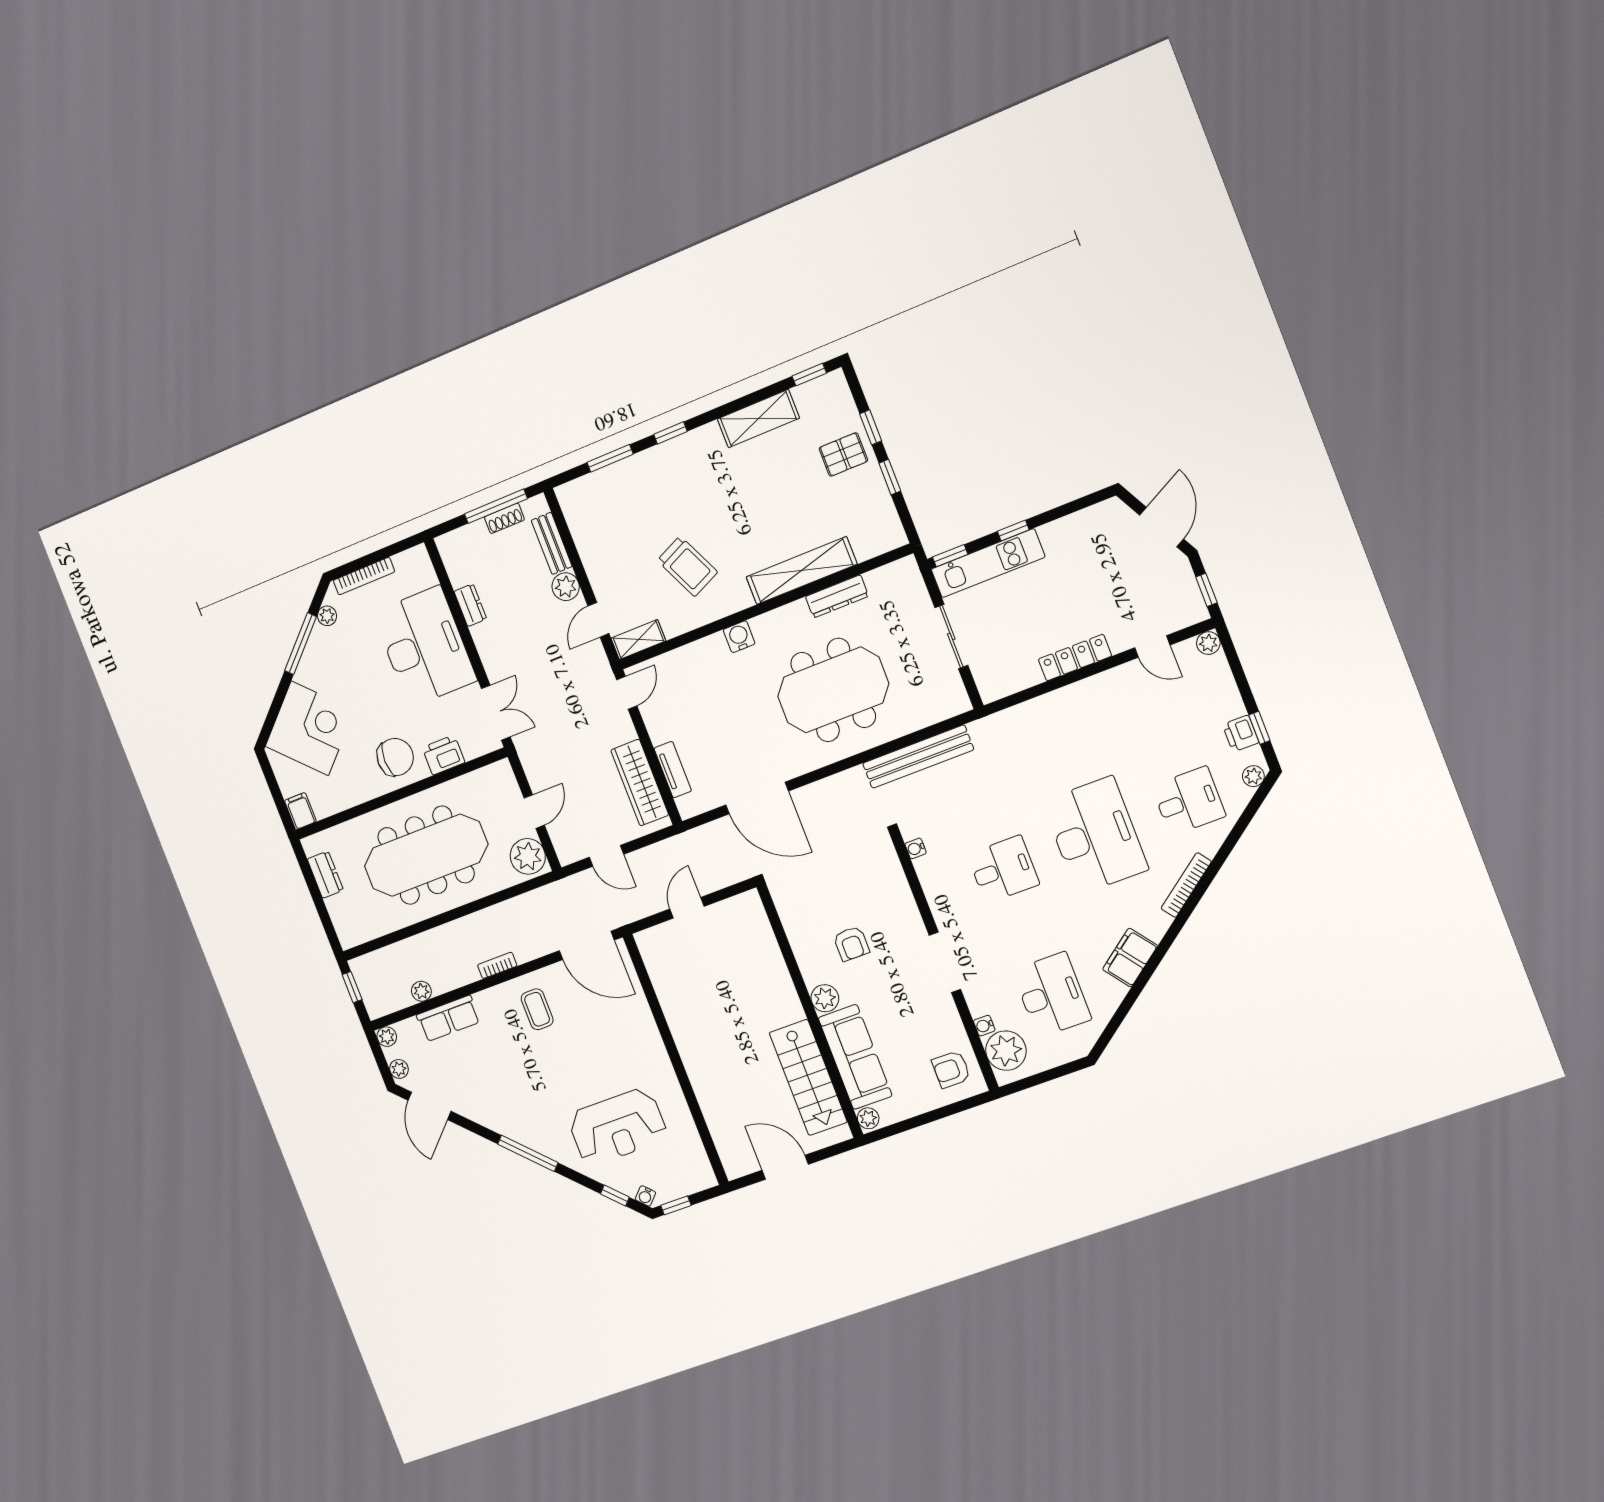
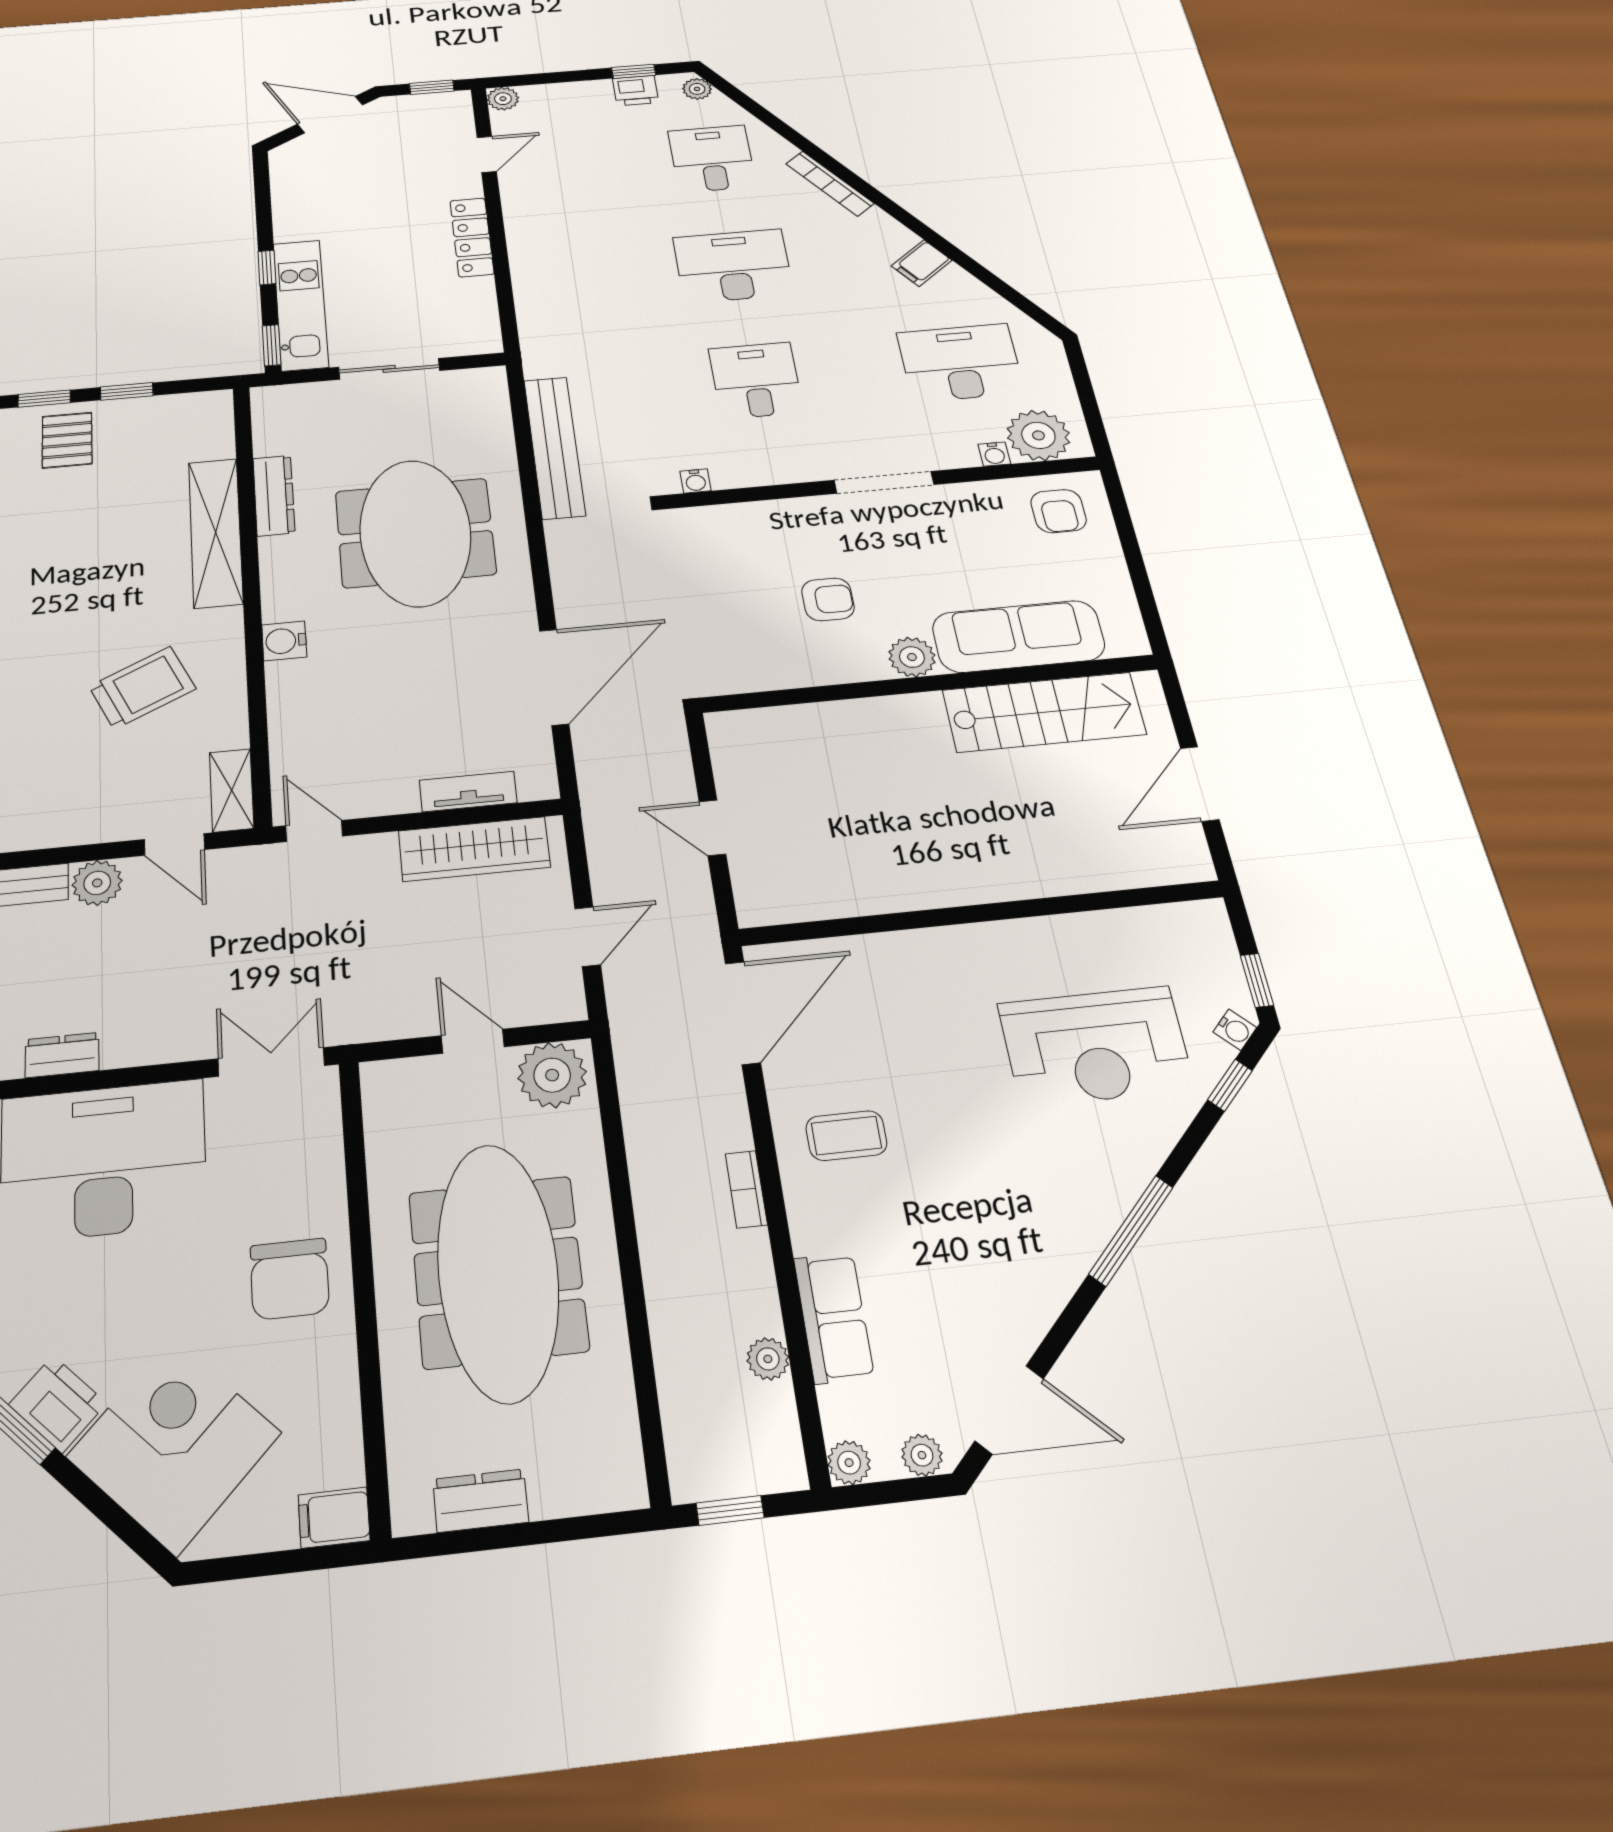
printer: (444, 755) -> (58, 1404), moved, turned 135
chair: (395, 757) -> (290, 1279), turned 180
desk: (1095, 835) -> (733, 266), width x0.73, depth x0.77
filing cabinet: (1130, 958) -> (922, 263), width x0.50
plant: (868, 1118) -> (1126, 641), removed
reception desk: (617, 1127) -> (1096, 1046), turned 90

